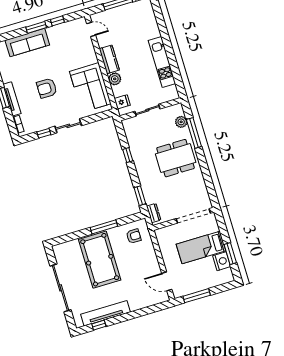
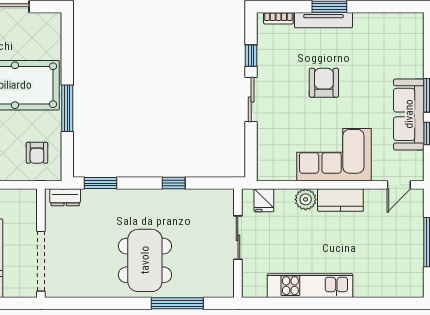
sofa: (27, 43) -> (409, 114), moved
corner sofa: (90, 88) -> (334, 155), moved
plant: (181, 122) -> (202, 288), removed

